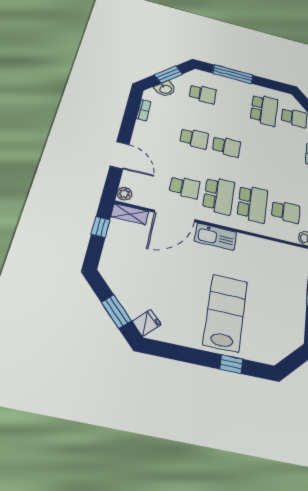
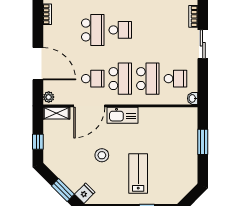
school desk: (194, 138) -> (93, 30), width x1.85
door: (120, 155) -> (38, 64), width x1.36
window: (101, 227) -> (38, 142), moved
stool: (180, 278) -> (102, 155), added
lab bench: (226, 313) -> (138, 173), width x0.73, depth x0.72

